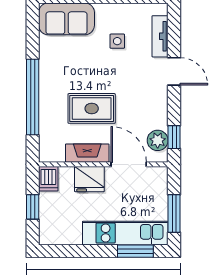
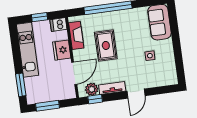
tv unit: (160, 36) -> (112, 88), moved
fireplace: (87, 153) -> (76, 35), moved
kitchen unit: (125, 233) -> (27, 50), moved

